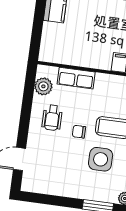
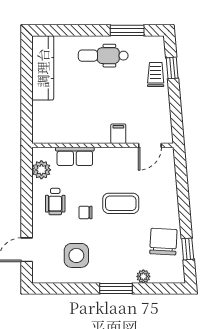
side table: (101, 159) -> (76, 255), moved

